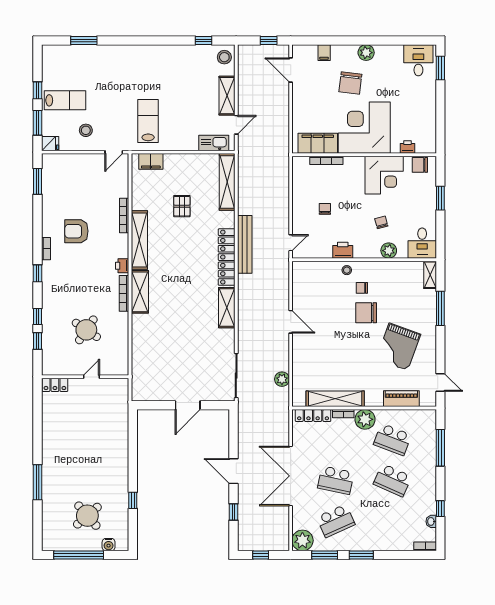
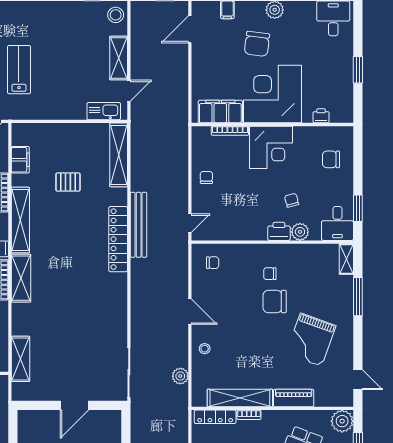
window: (440, 68) -> (358, 70), moved
door: (291, 70) -> (190, 29), hinge flipped
lab bench: (148, 121) -> (19, 70), moved
filing cabinet: (151, 161) -> (20, 160), moved, turned -90
chair: (420, 165) -> (331, 159), moved
corner desk: (384, 175) -> (271, 147), moved
window: (440, 198) -> (358, 208), moved
pallet: (182, 206) -> (68, 182), turned 90
chair: (325, 209) -> (206, 177), moved
printer: (343, 250) -> (279, 231), moved
stool: (347, 270) -> (205, 349), moved
chair: (311, 278) -> (213, 263), added
shelving: (227, 308) -> (20, 359), moved
piano: (401, 399) -> (294, 398), moved
plant: (365, 419) -> (342, 421), moved

